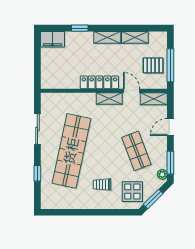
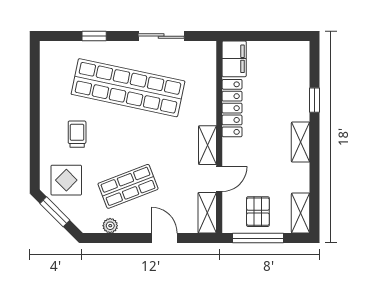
shelving: (135, 37) -> (301, 213), moved
filing cabinet: (52, 39) -> (234, 59), moved, turned 180
locker: (99, 82) -> (232, 108), moved
window: (170, 163) -> (110, 238), removed
plant: (162, 174) -> (110, 226), moved

